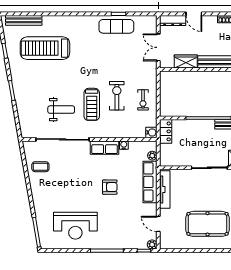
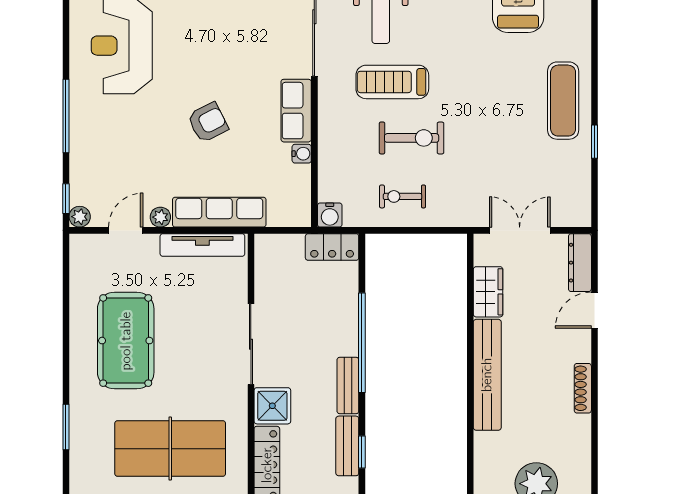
exercise mat: (116, 26) -> (563, 101), moved
plant: (152, 156) -> (160, 217), moved
armchair: (110, 187) -> (208, 122), turned -117

